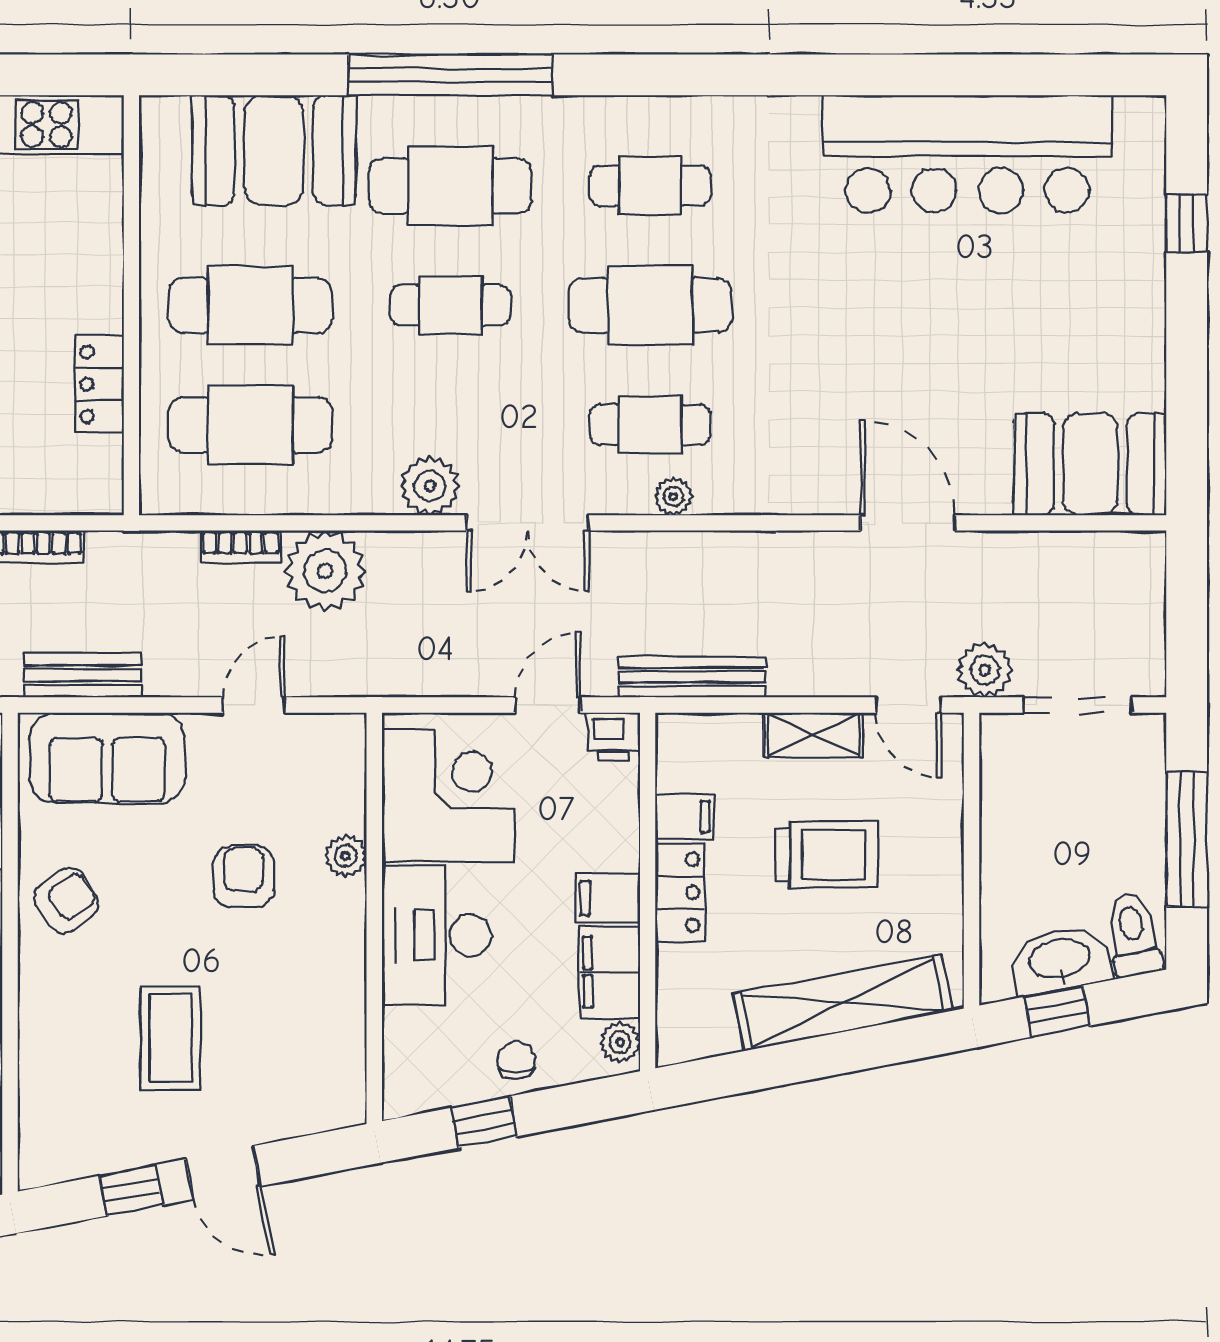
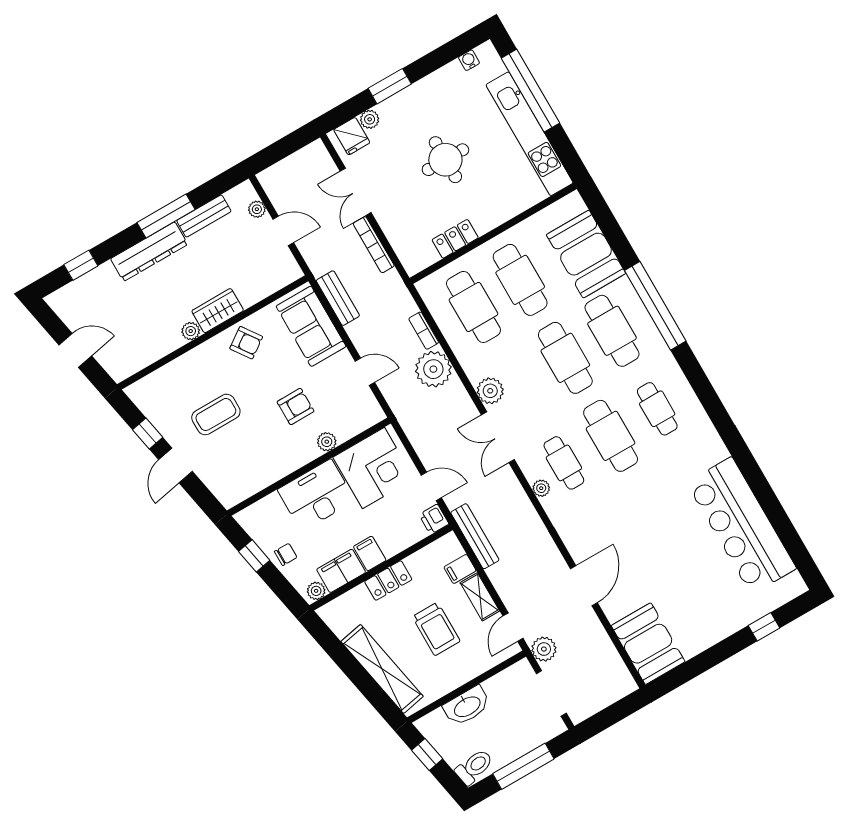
cafe table: (450, 305) -> (565, 358), width x1.37, depth x1.35
filing cabinet: (685, 817) -> (460, 569), moved, turned 90
washbasin: (1060, 960) -> (467, 706), moved, turned 101

